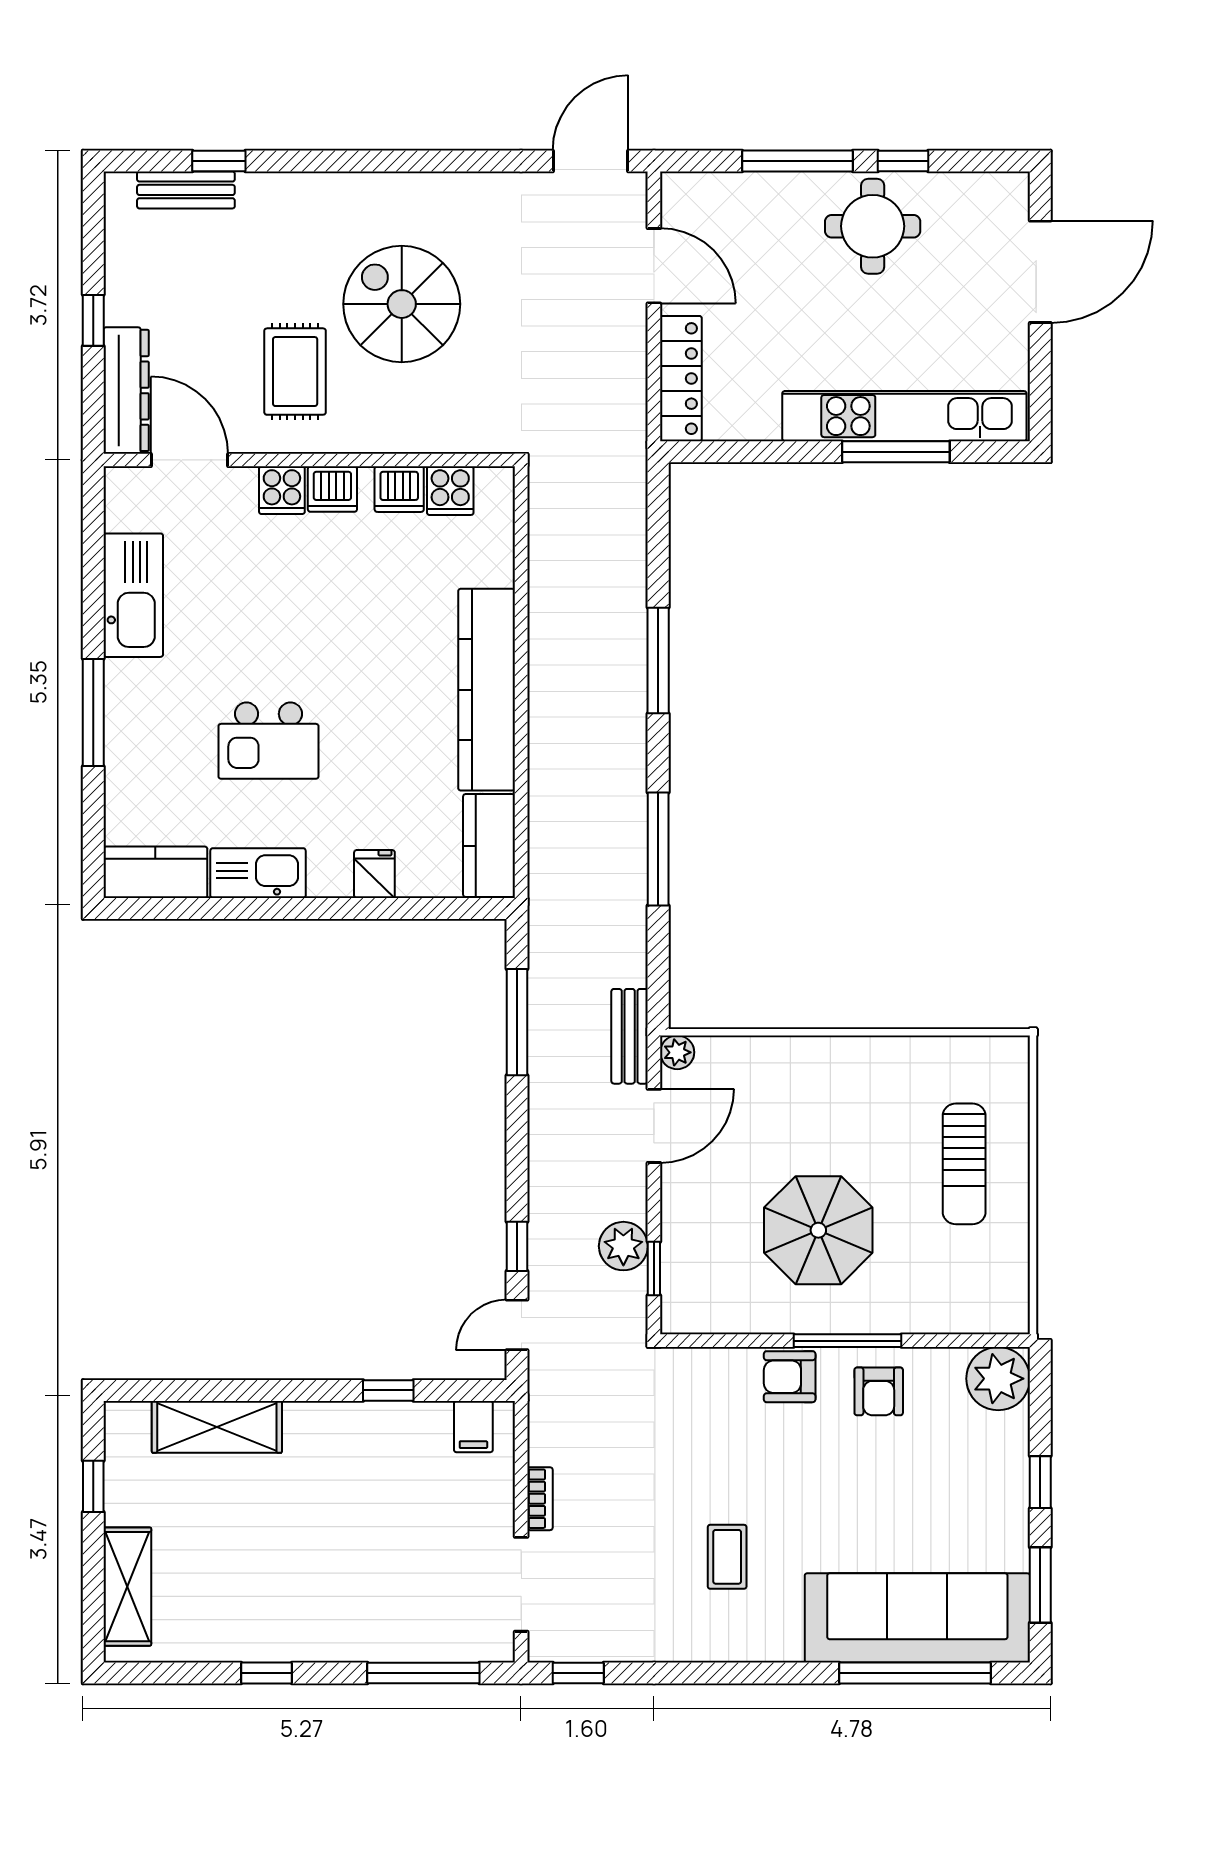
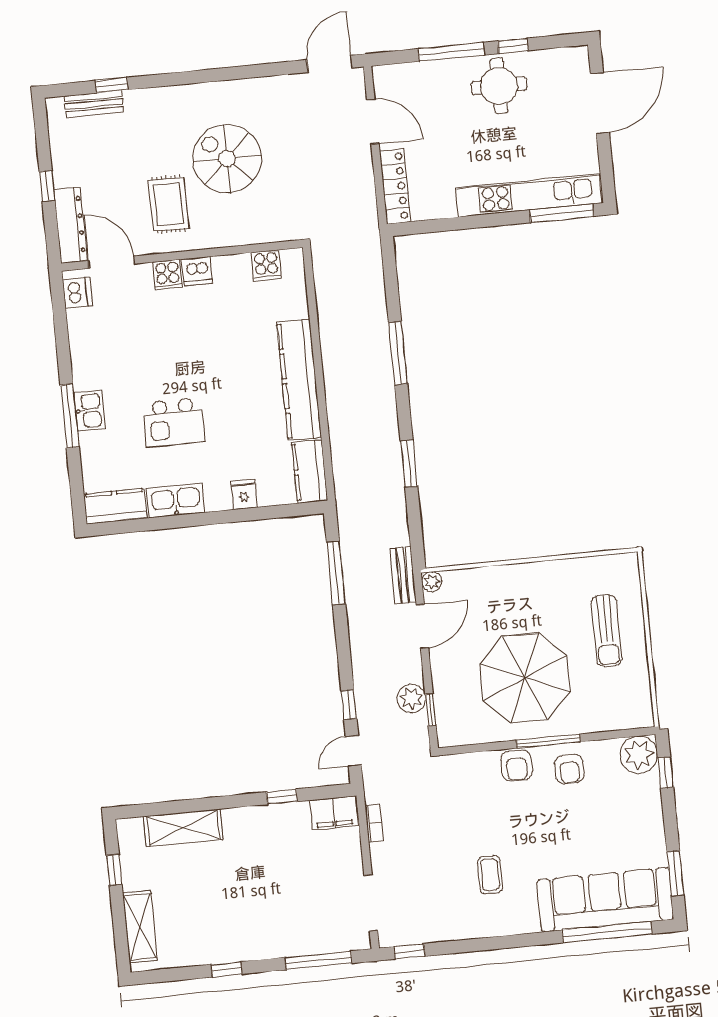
window: (896, 452) -> (562, 213), moved
dishwasher: (399, 489) -> (77, 293), moved, turned -90
kitchen sink: (133, 595) -> (89, 410), moved, width x0.53, depth x0.81
window: (658, 849) -> (409, 463), width x0.69
parasol: (818, 1230) -> (525, 678), width x1.36, depth x1.36
armchair: (790, 1377) -> (516, 766), turned -90
filing cabinet: (473, 1427) -> (334, 813), width x2.00
window: (1040, 1482) -> (665, 772), moved
bookcase: (540, 1499) -> (374, 823), moved

